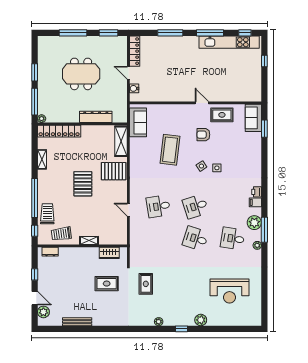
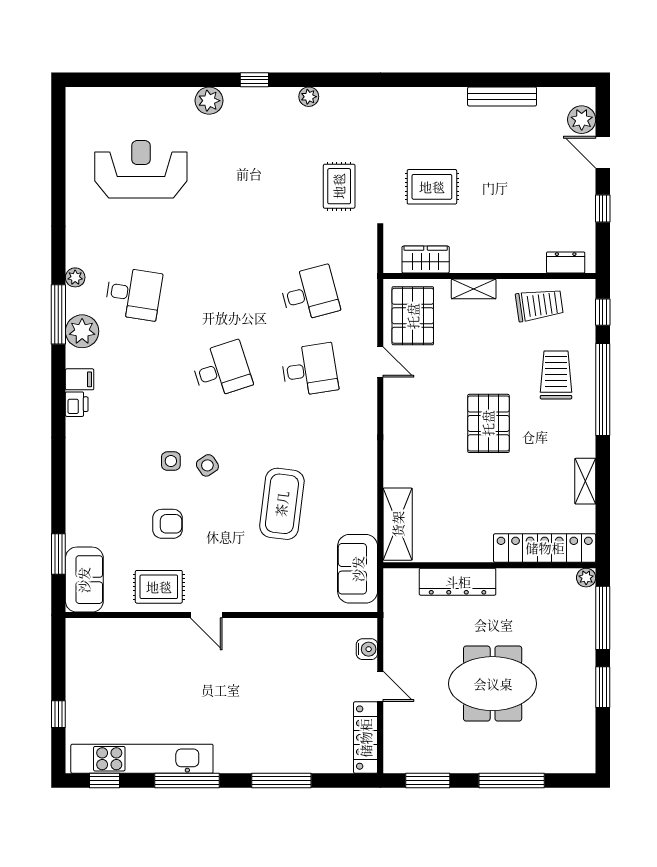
armchair: (203, 135) -> (167, 524), moved
pallet: (114, 171) -> (413, 316), moved, turned 90
trolley: (47, 214) -> (556, 375), moved, turned 180
desk: (195, 239) -> (310, 294), moved, turned -33

